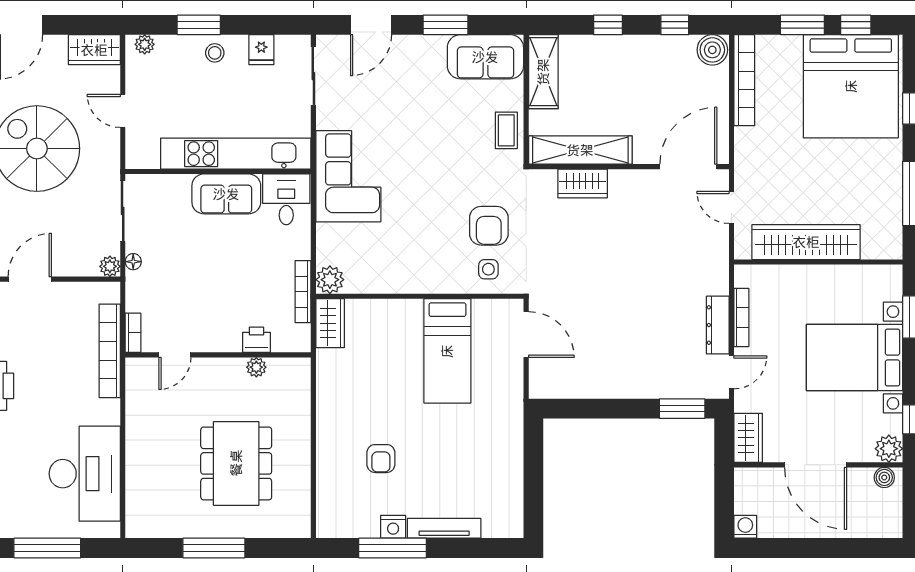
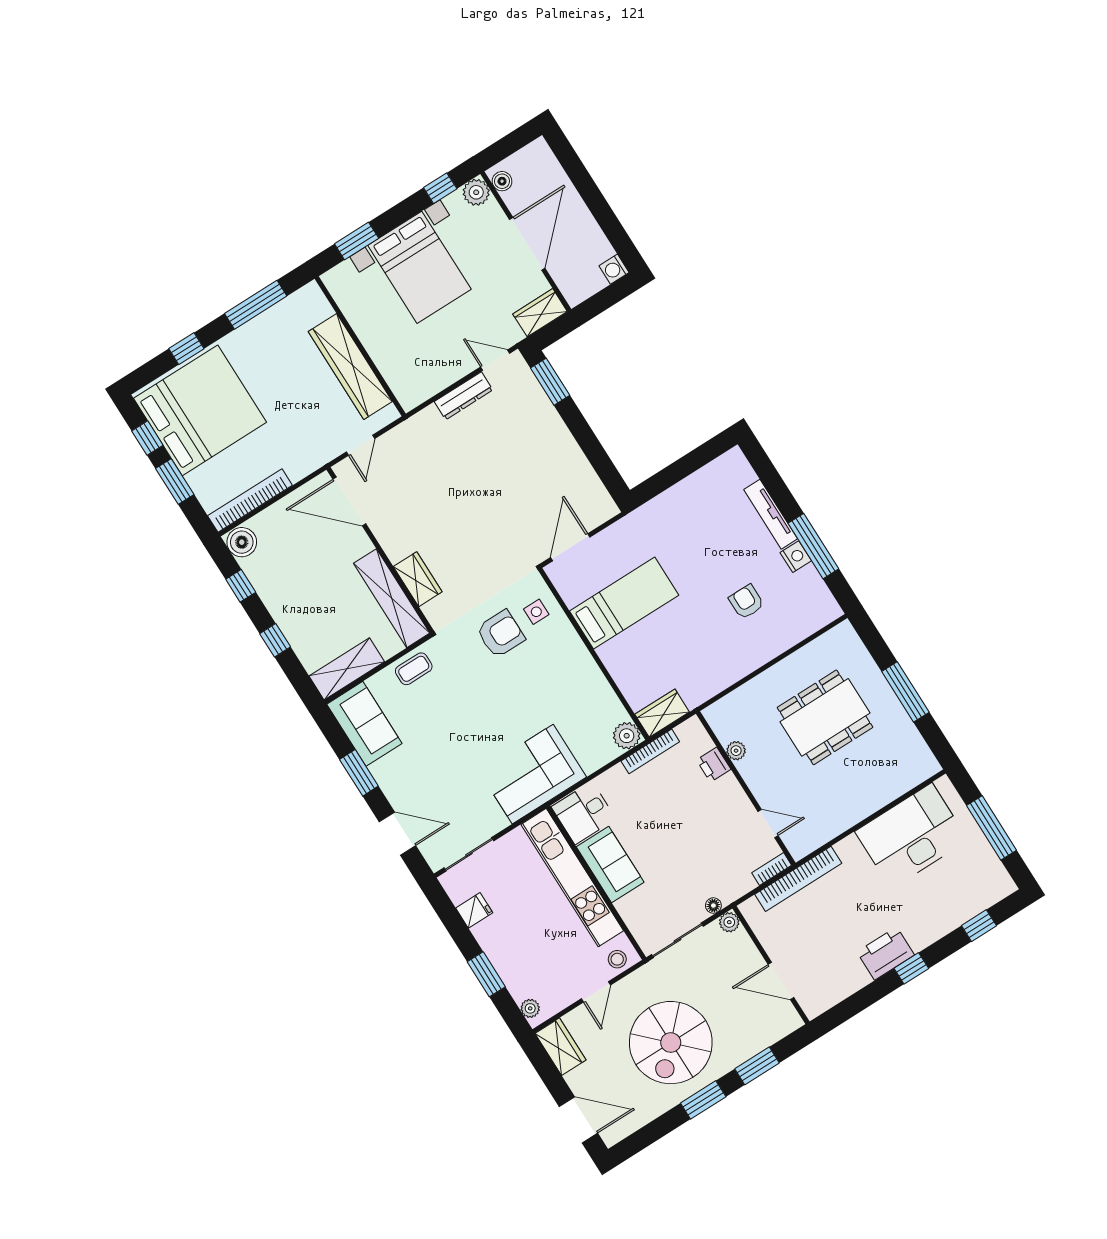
stool: (215, 53) -> (617, 959), moved
bookcase: (741, 317) -> (445, 380), removed
armchair: (381, 459) -> (746, 602), turned -90

